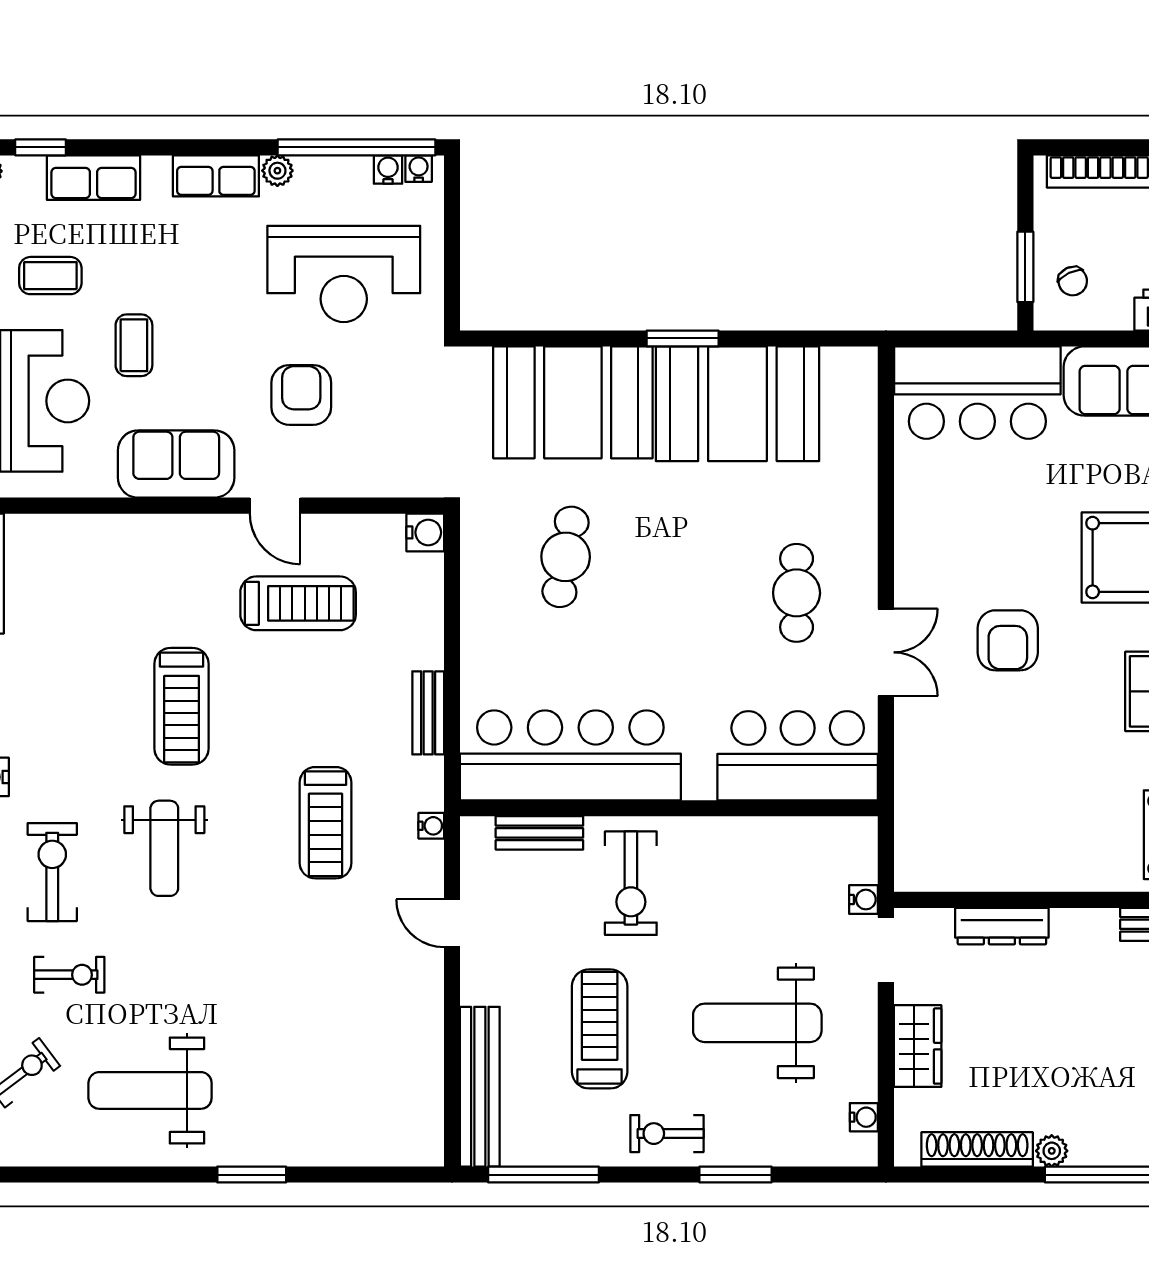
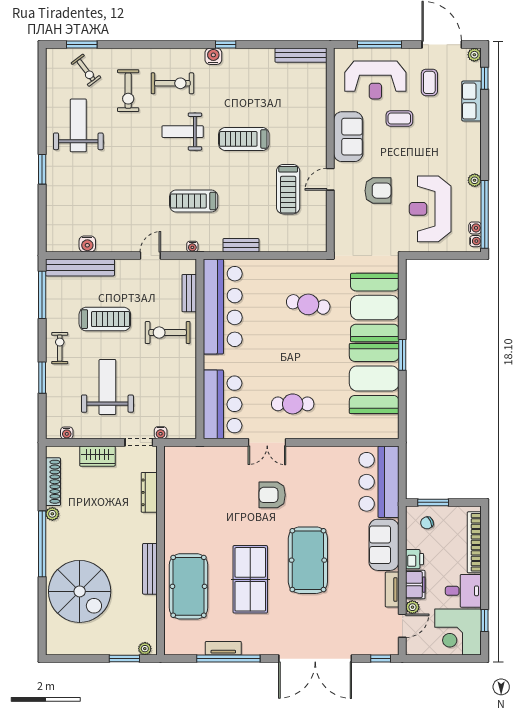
row of seats: (216, 176) -> (472, 154), removed
water cooler: (425, 532) -> (87, 244), moved
exercise bike: (69, 975) -> (128, 91), width x1.38, depth x1.39

